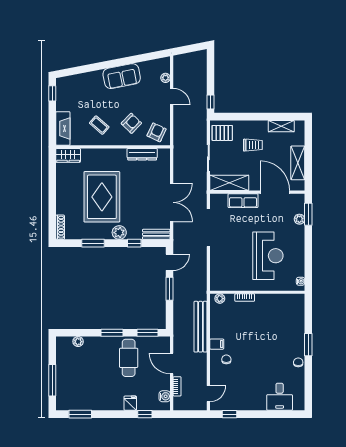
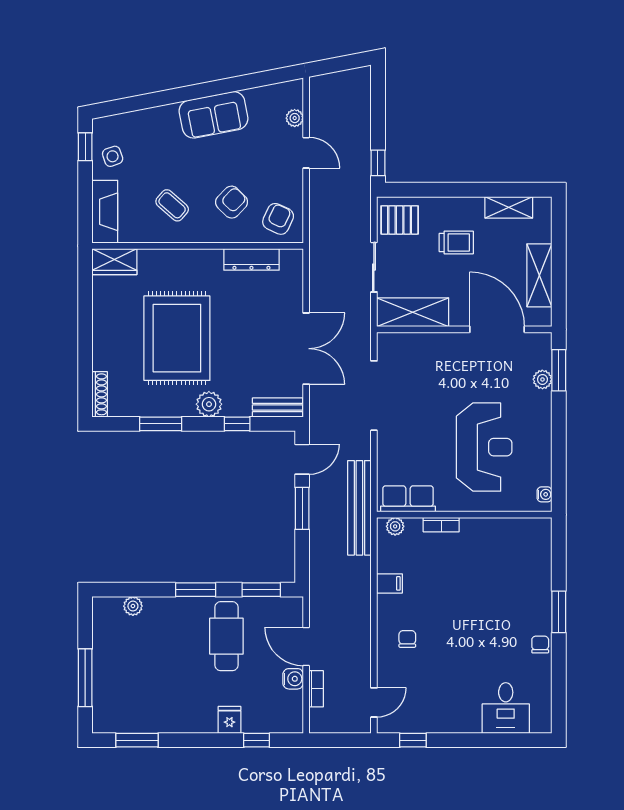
side table: (67, 99) -> (113, 156), added
row of seats: (243, 201) -> (408, 499), moved, turned 180
bench: (201, 327) -> (359, 508), moved
filing cabinet: (217, 344) -> (389, 583), moved
water cooler: (165, 396) -> (293, 679), moved

